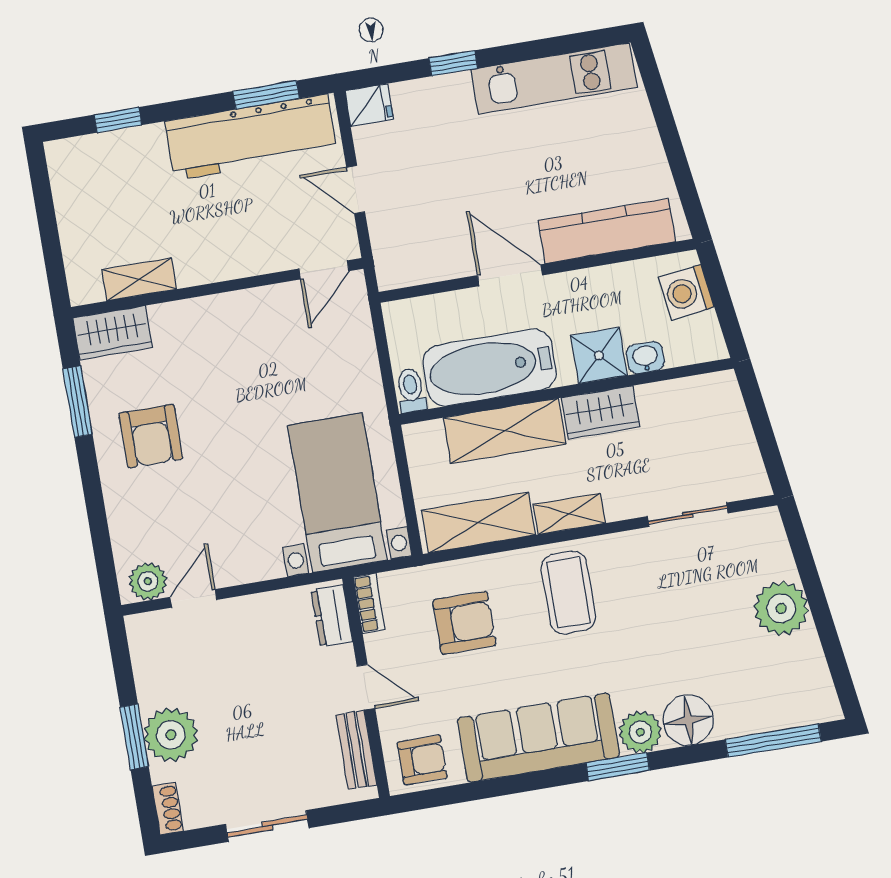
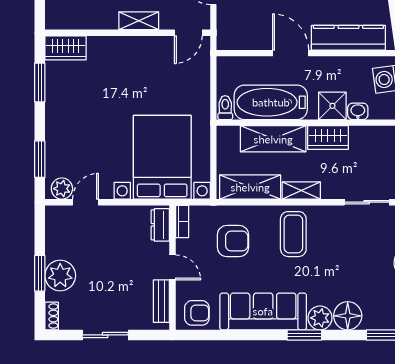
shelving: (139, 279) -> (139, 21), moved
armchair: (151, 436) -> (77, 108), removed
bed with nightstands: (337, 493) -> (162, 157), width x1.36
window: (100, 536) -> (40, 159), added

